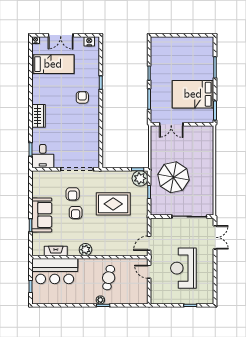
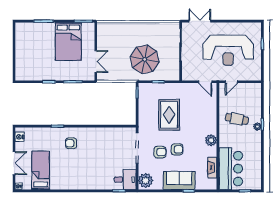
wardrobe: (38, 116) -> (88, 184), removed
plant: (140, 178) -> (146, 180), moved
reception desk: (183, 268) -> (228, 50), width x1.36, depth x1.30

